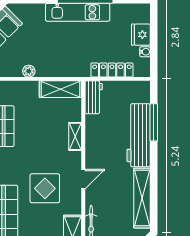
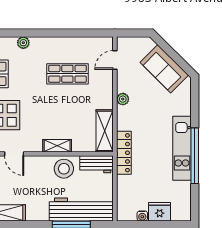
locker: (112, 70) -> (124, 153), moved
stool: (98, 130) -> (64, 169), added
workbench: (139, 135) -> (81, 209), moved

